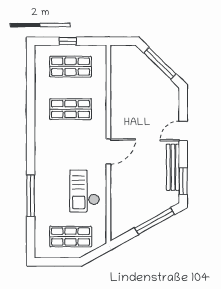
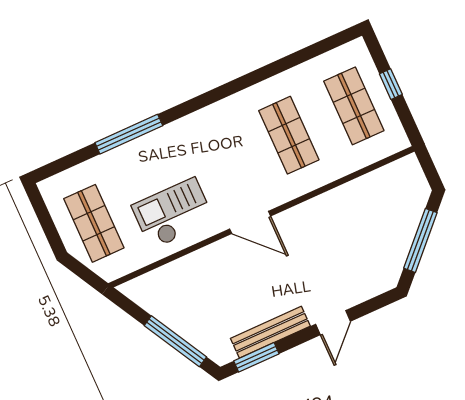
door: (183, 131) -> (333, 323), swing flipped

